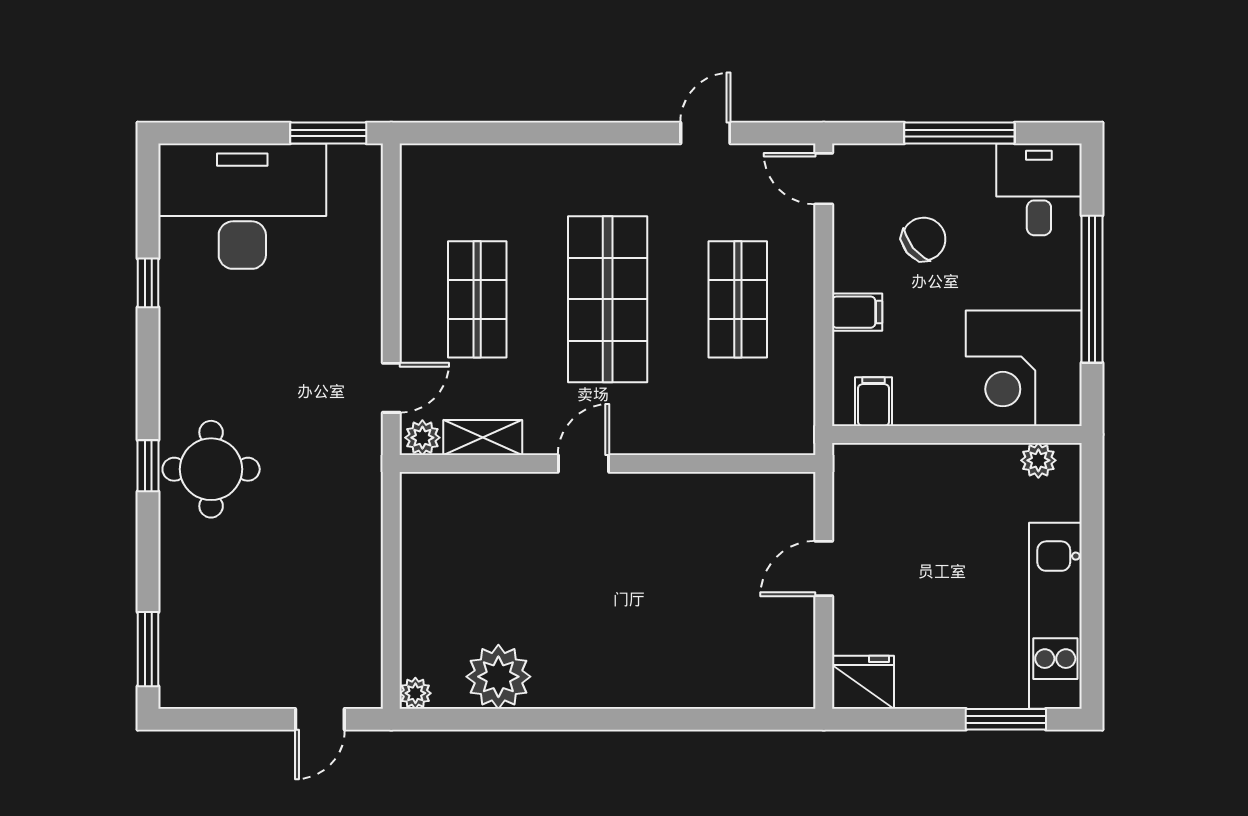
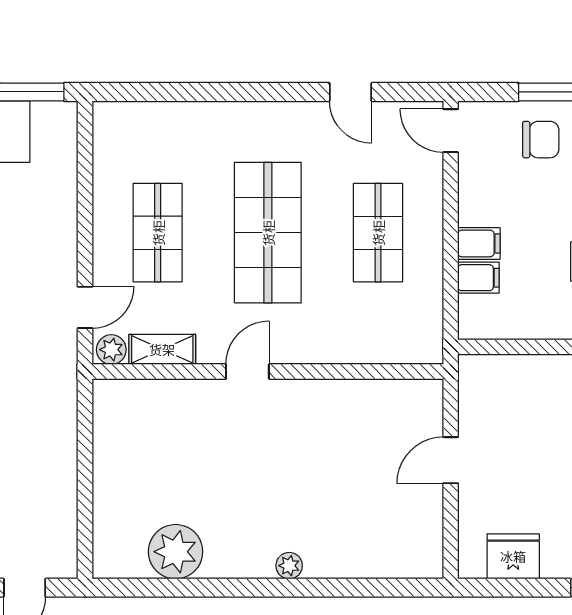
door: (705, 133) -> (351, 92), swing flipped
chair: (924, 239) -> (541, 140), moved, turned 39
filing cabinet: (873, 402) -> (478, 278), moved, turned 90
fridge: (863, 682) -> (513, 556), moved
plant: (415, 693) -> (289, 566), moved

